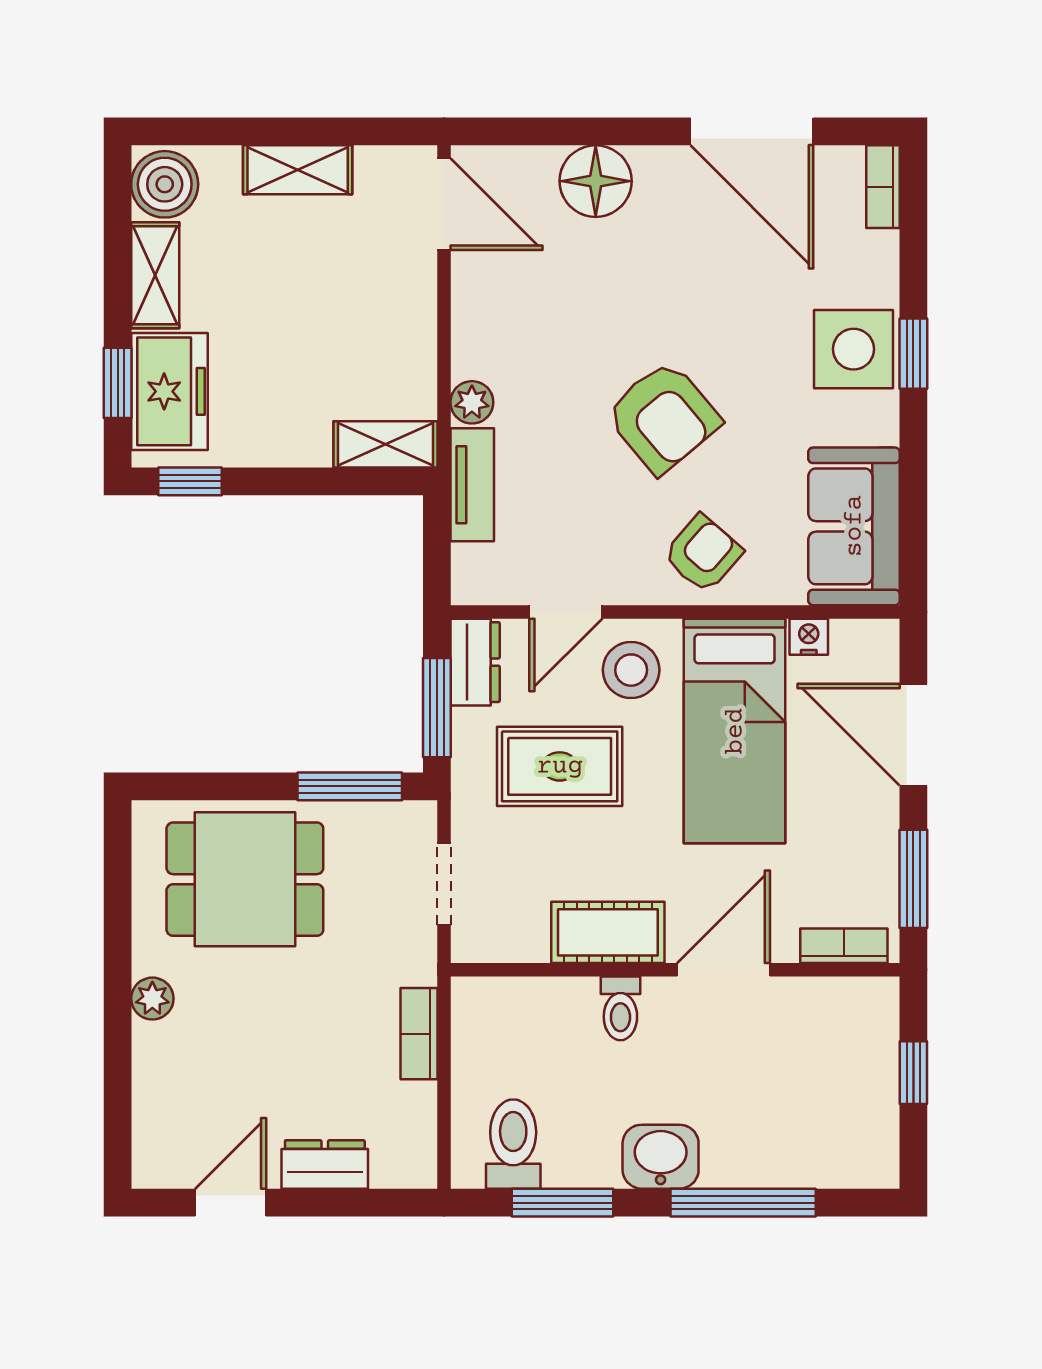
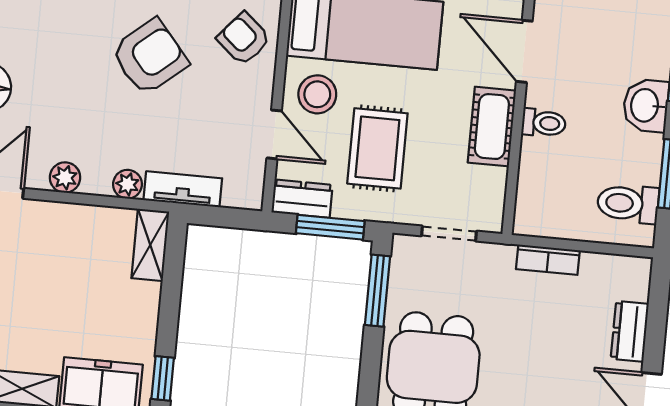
plant: (473, 309) -> (65, 177), added

